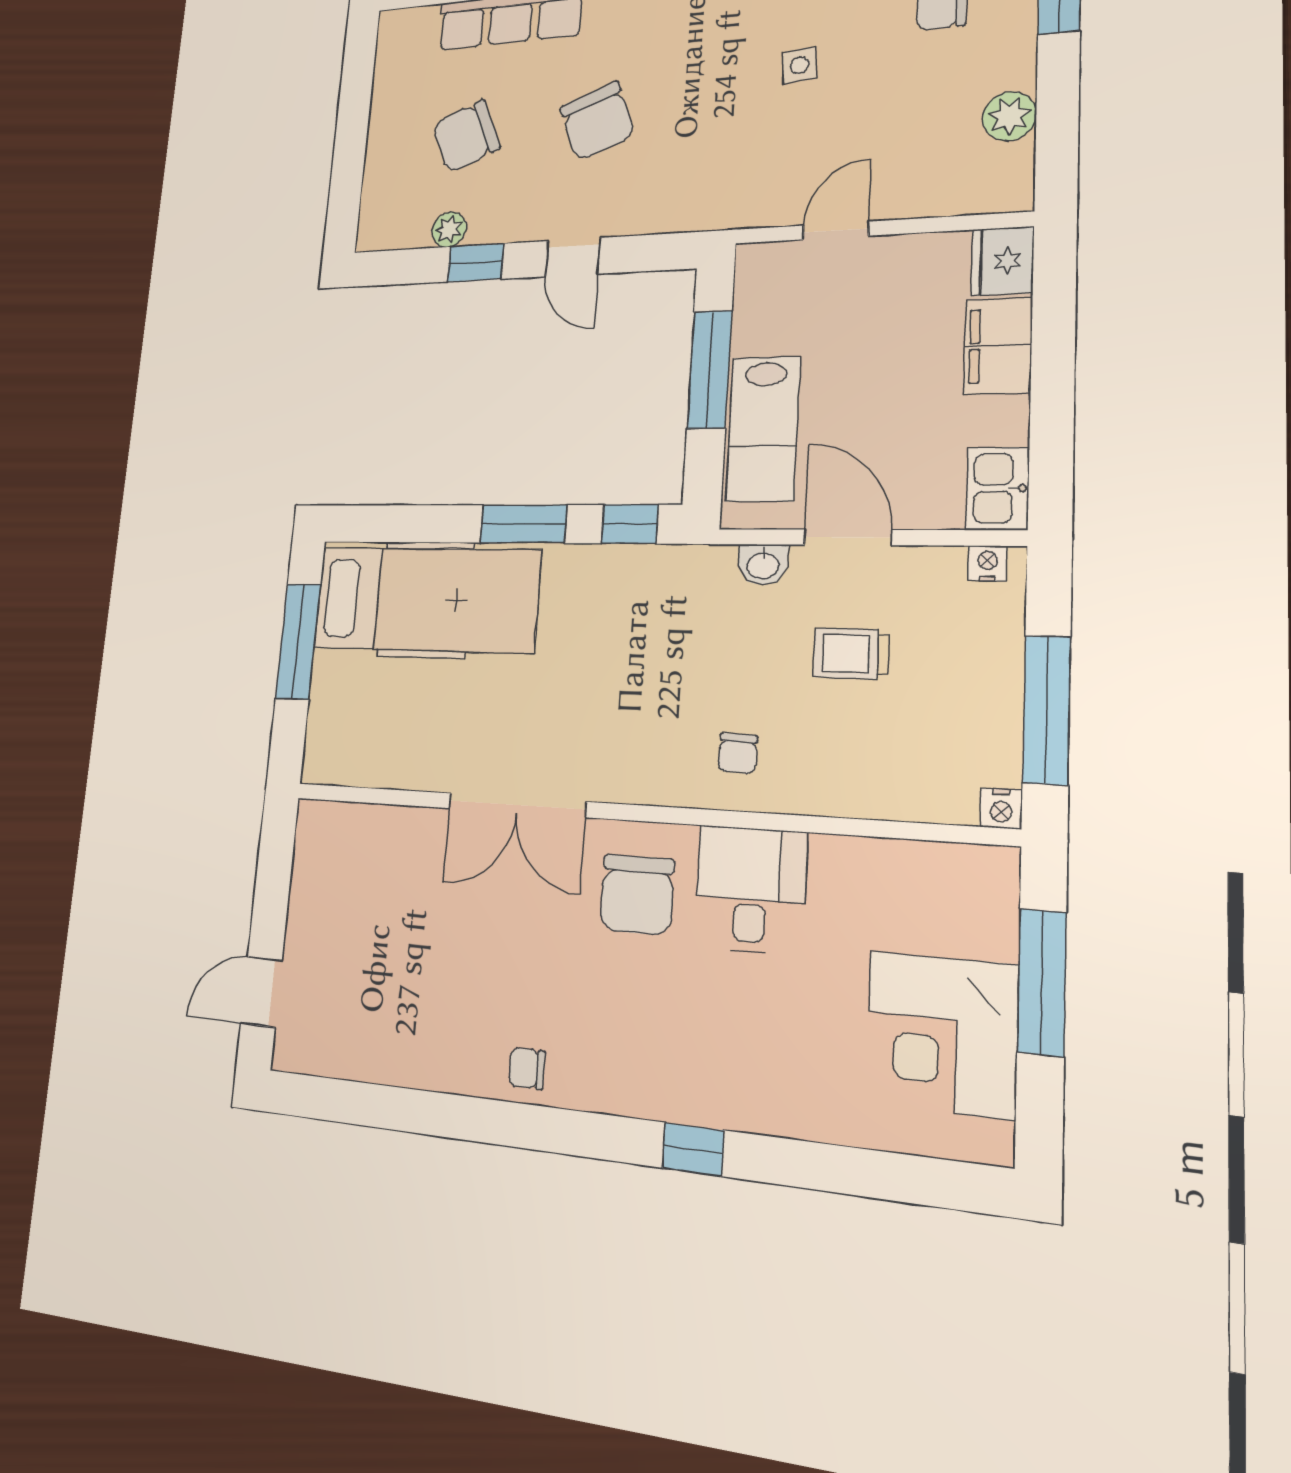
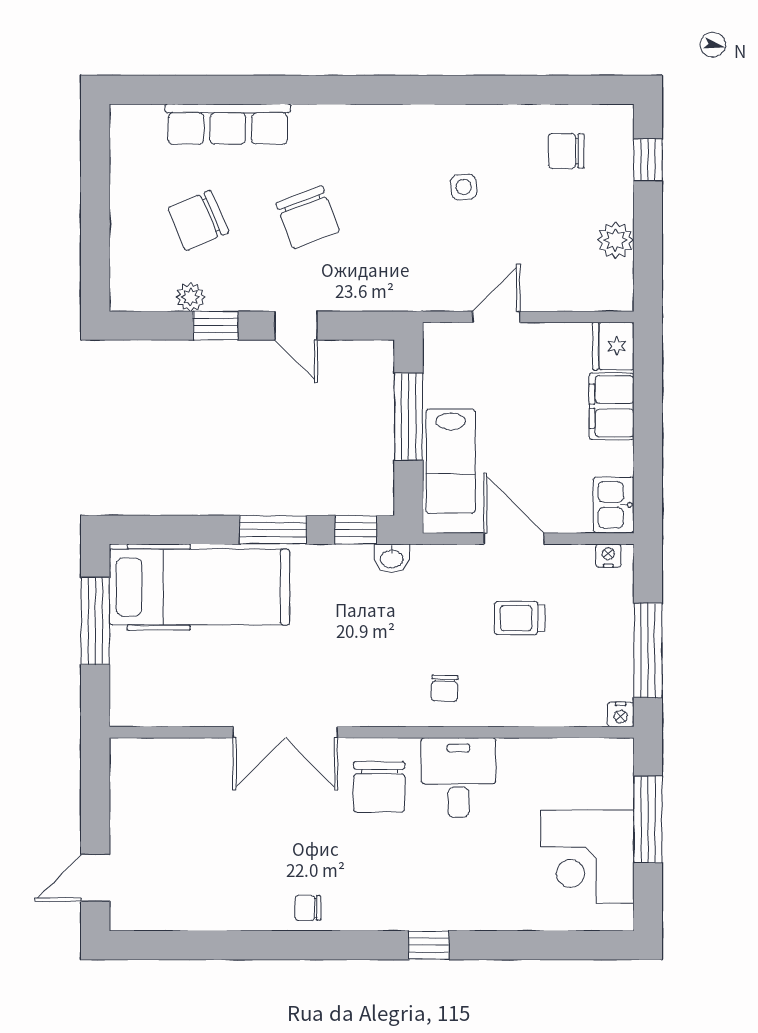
washbasin: (763, 565) -> (392, 558), moved

